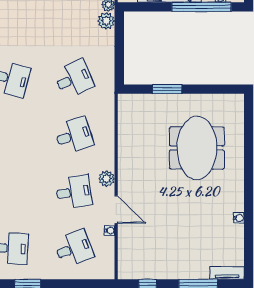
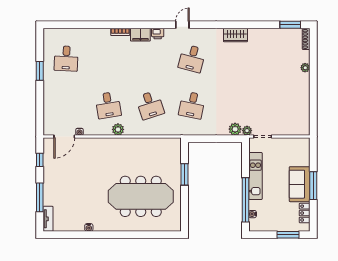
desk: (74, 79) -> (192, 105), turned 36
meeting table: (197, 148) -> (141, 196), width x1.36
door: (116, 210) -> (64, 137), moved
desk: (74, 248) -> (66, 105), removed

